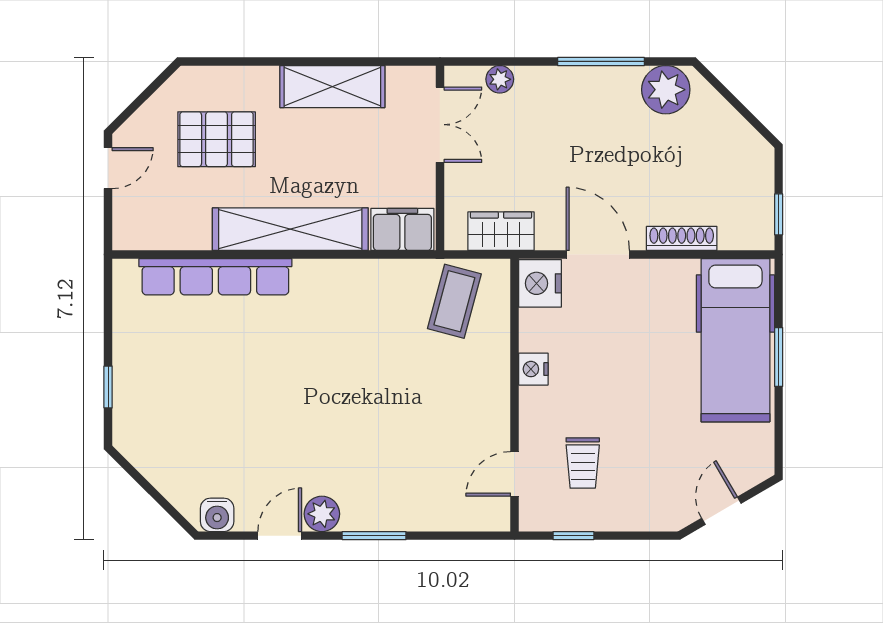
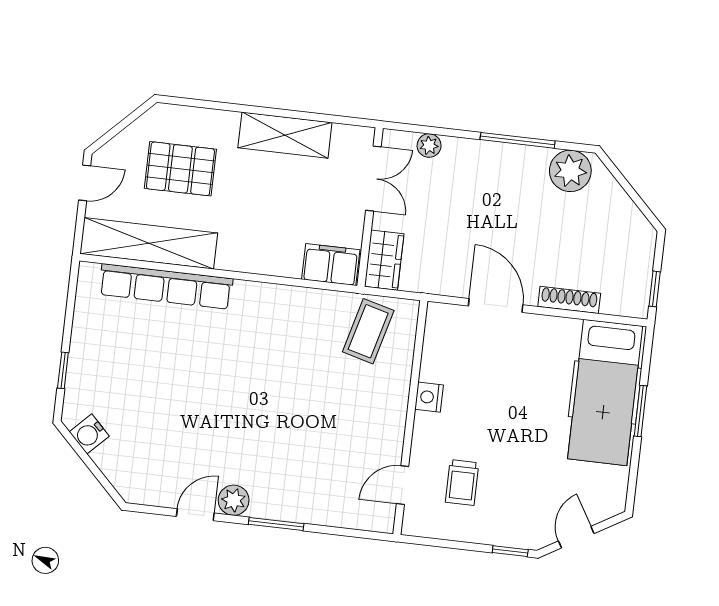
shelving: (290, 229) -> (149, 243), moved
wardrobe: (501, 231) -> (384, 260), moved, turned 90
nightstand: (540, 283) -> (443, 324), removed
water cooler: (217, 515) -> (89, 434), moved, turned 45
window: (573, 536) -> (510, 551), moved

